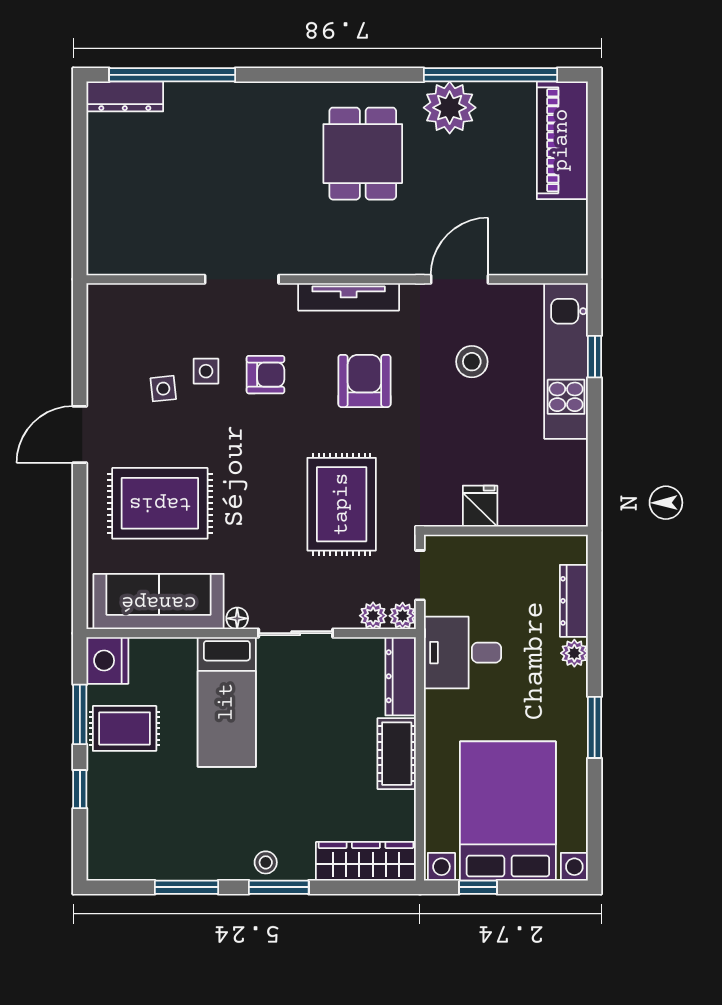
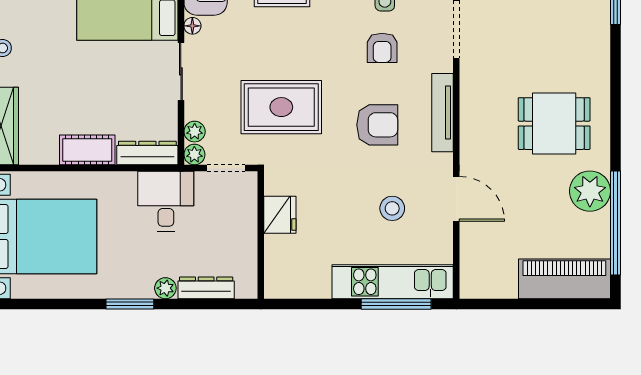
window: (595, 357) -> (396, 304), width x2.17
fridge: (480, 506) -> (280, 215), width x1.38
window: (595, 727) -> (130, 304), moved

